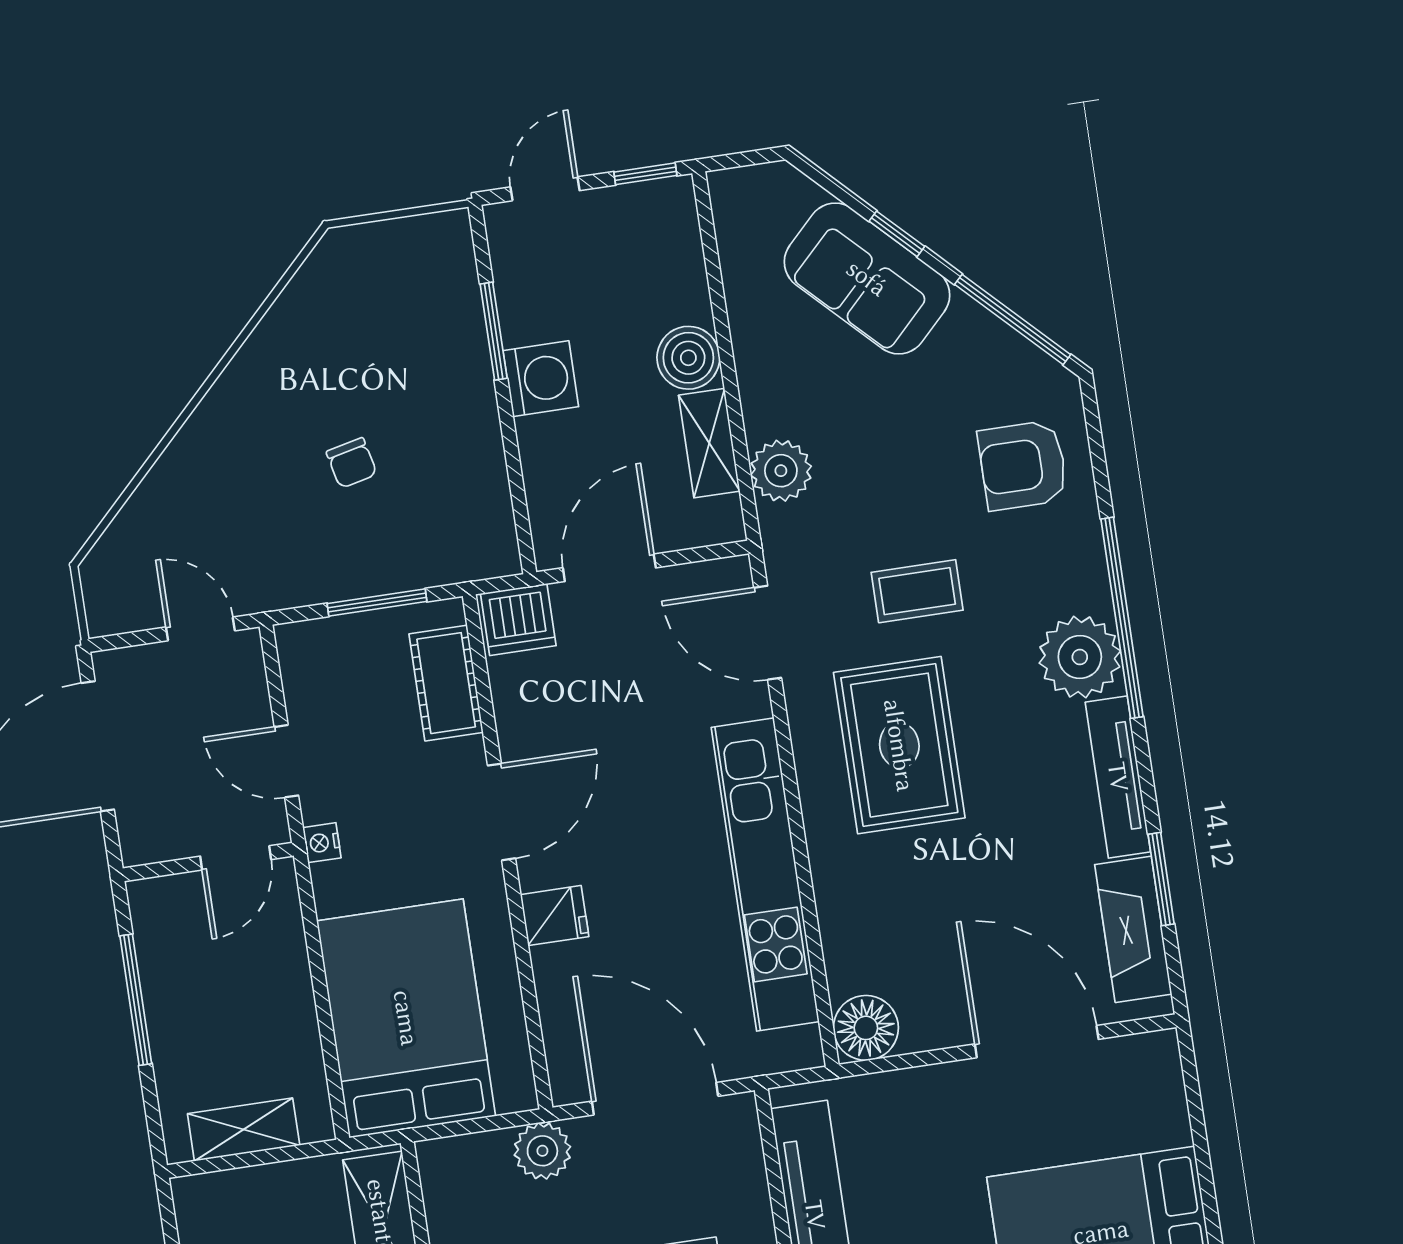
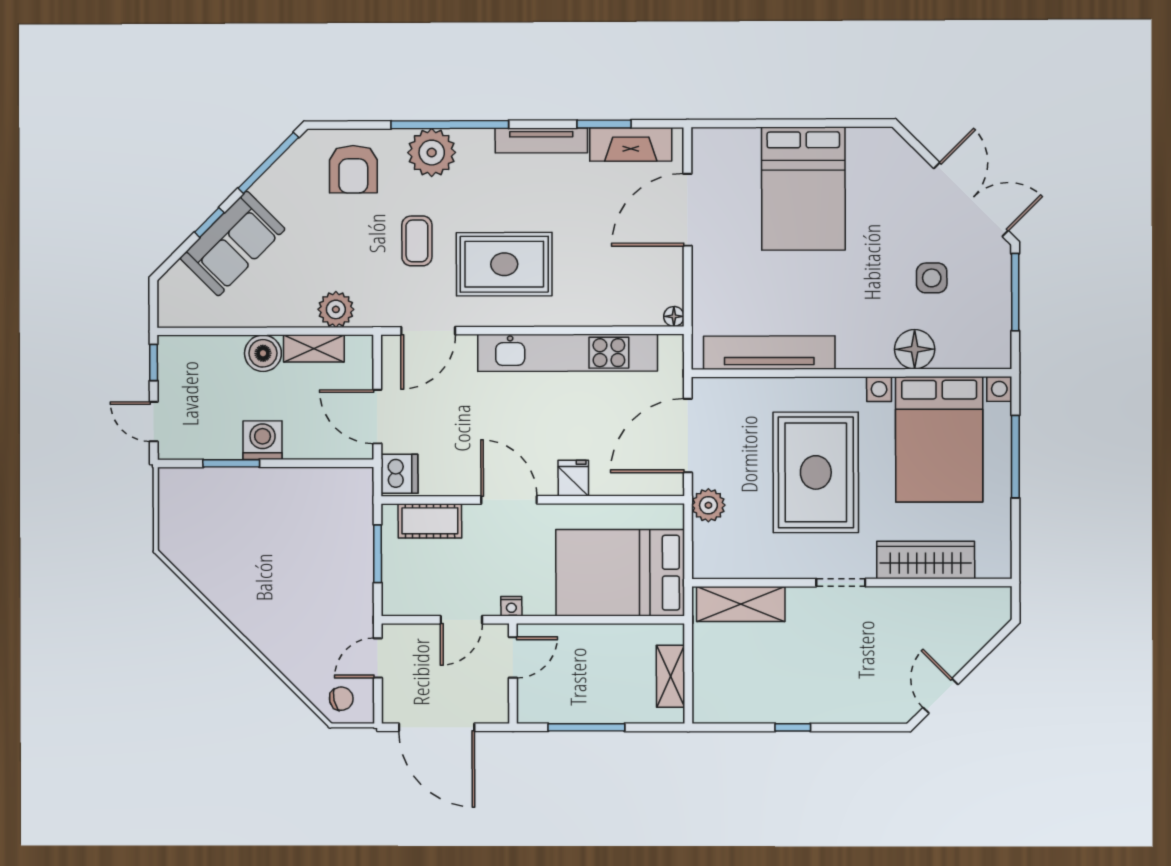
chair: (352, 463) -> (341, 699), moved
plant: (1080, 657) -> (432, 153), moved
door: (236, 858) -> (513, 657), hinge flipped
floor lamp: (866, 1028) -> (674, 316), width x0.53, depth x0.53

